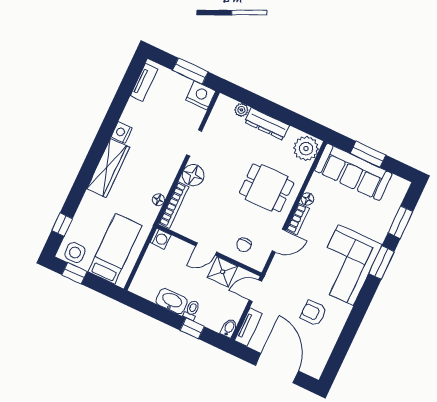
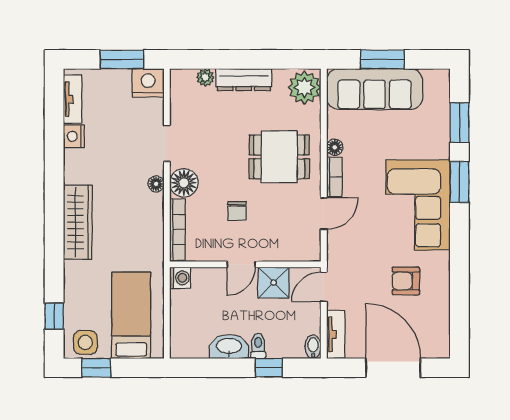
nightstand: (122, 132) -> (74, 136), moved
floor lamp: (159, 200) -> (156, 184), moved
chair: (244, 245) -> (237, 211), moved

